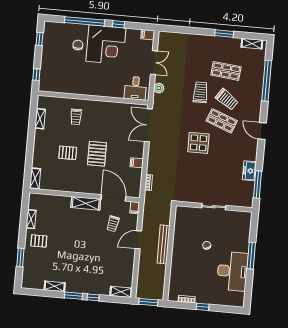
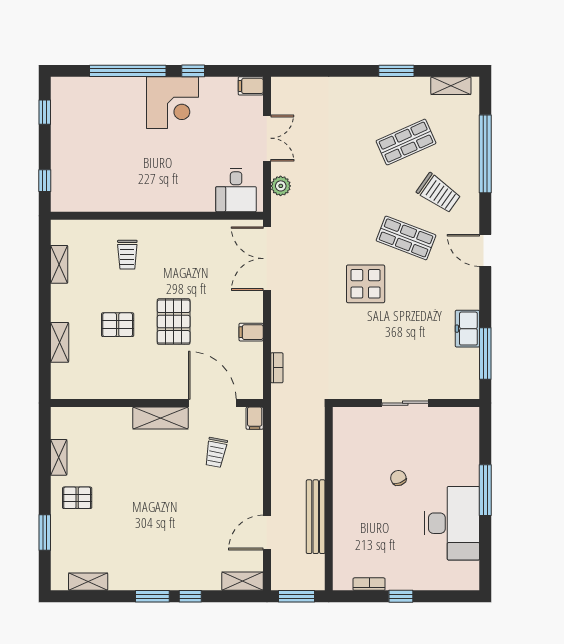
chair: (78, 45) -> (119, 117), removed
corner desk: (106, 45) -> (172, 103), width x0.74, depth x0.74
shop shelf: (226, 71) -> (406, 142), turned -30
trolley: (200, 92) -> (361, 187), removed
trolley: (227, 99) -> (439, 193), moved
shelving: (35, 179) -> (60, 342), moved
door: (138, 240) -> (267, 532), moved
bench: (163, 244) -> (316, 517), moved
shelving: (55, 286) -> (88, 582), moved

